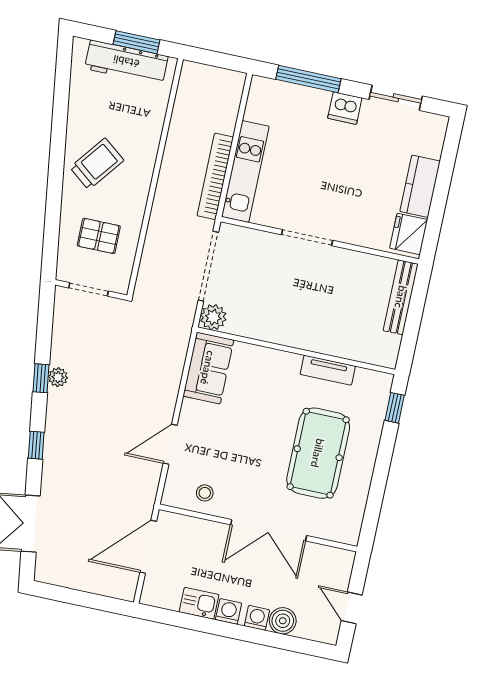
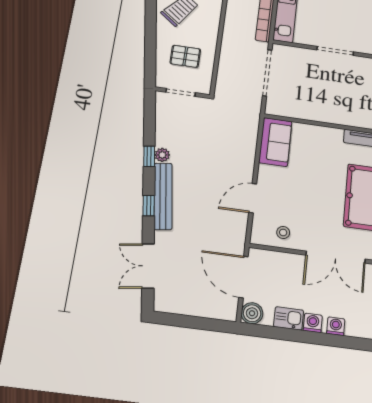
plant: (213, 317) -> (275, 107), removed
bench: (55, 434) -> (163, 196), added
door: (148, 547) -> (244, 277), hinge flipped
boiler: (283, 621) -> (252, 313), moved

